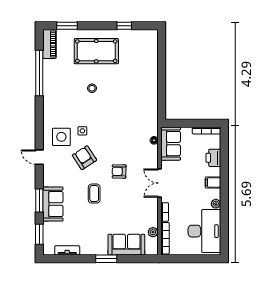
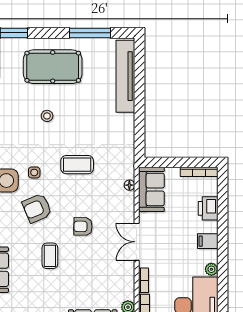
window: (124, 26) -> (90, 33), width x2.17
tv unit: (151, 58) -> (125, 76), added
coffee table: (115, 125) -> (77, 165), added
armchair: (84, 158) -> (37, 208), turned -80

